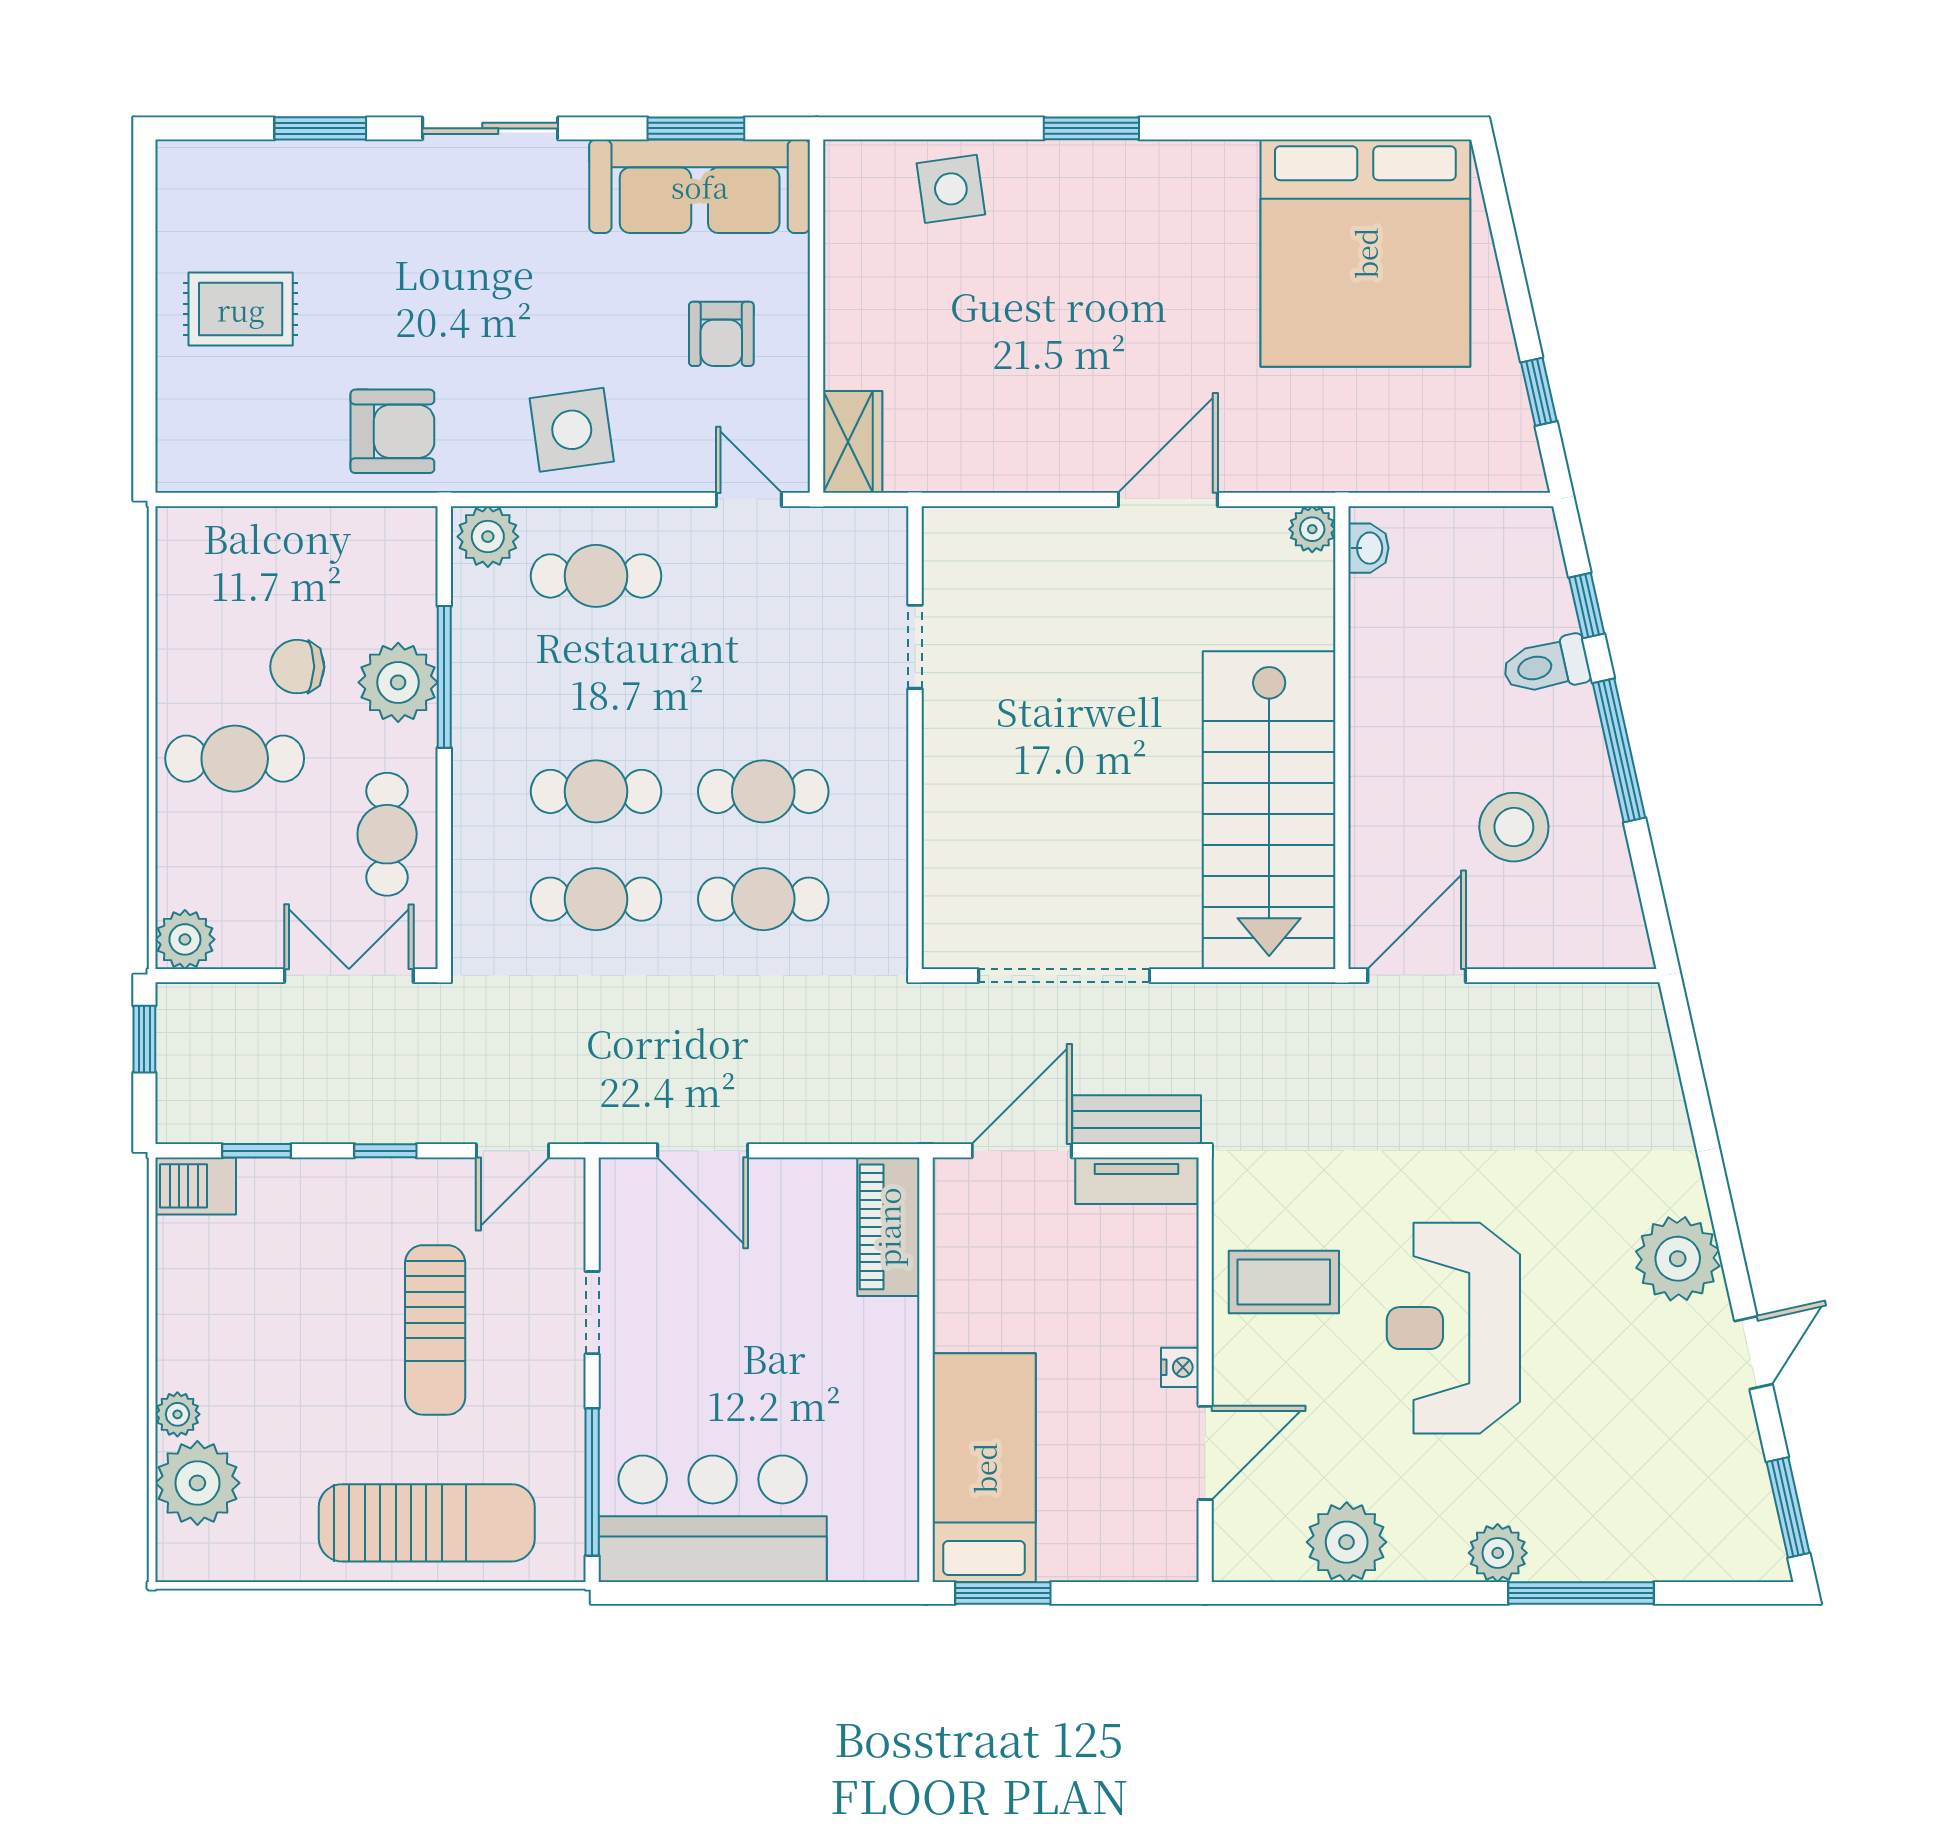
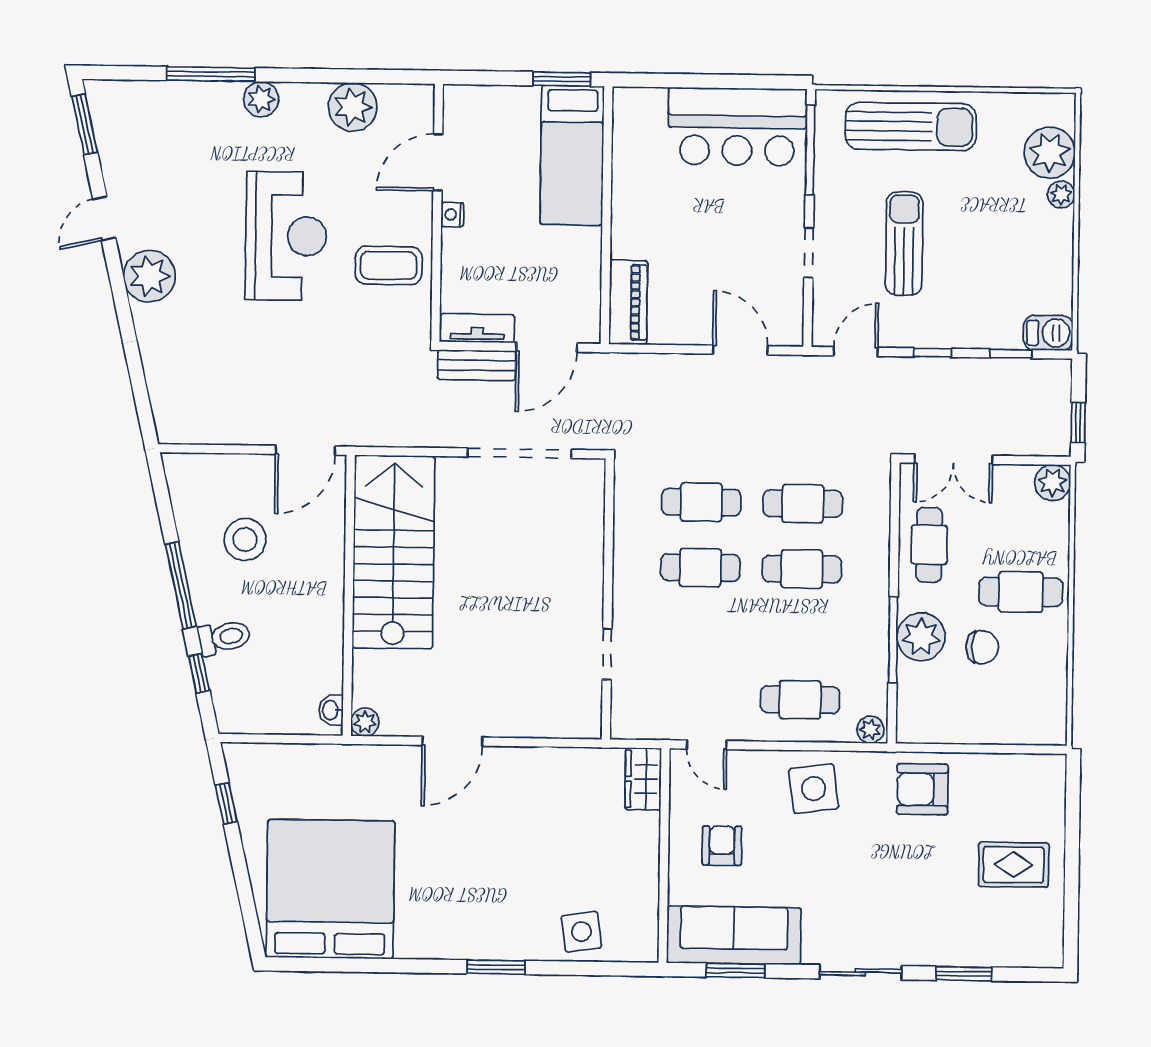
plant: (488, 537) -> (870, 730), width x0.73, depth x0.73
sun lounger: (427, 1523) -> (911, 127), turned 180

